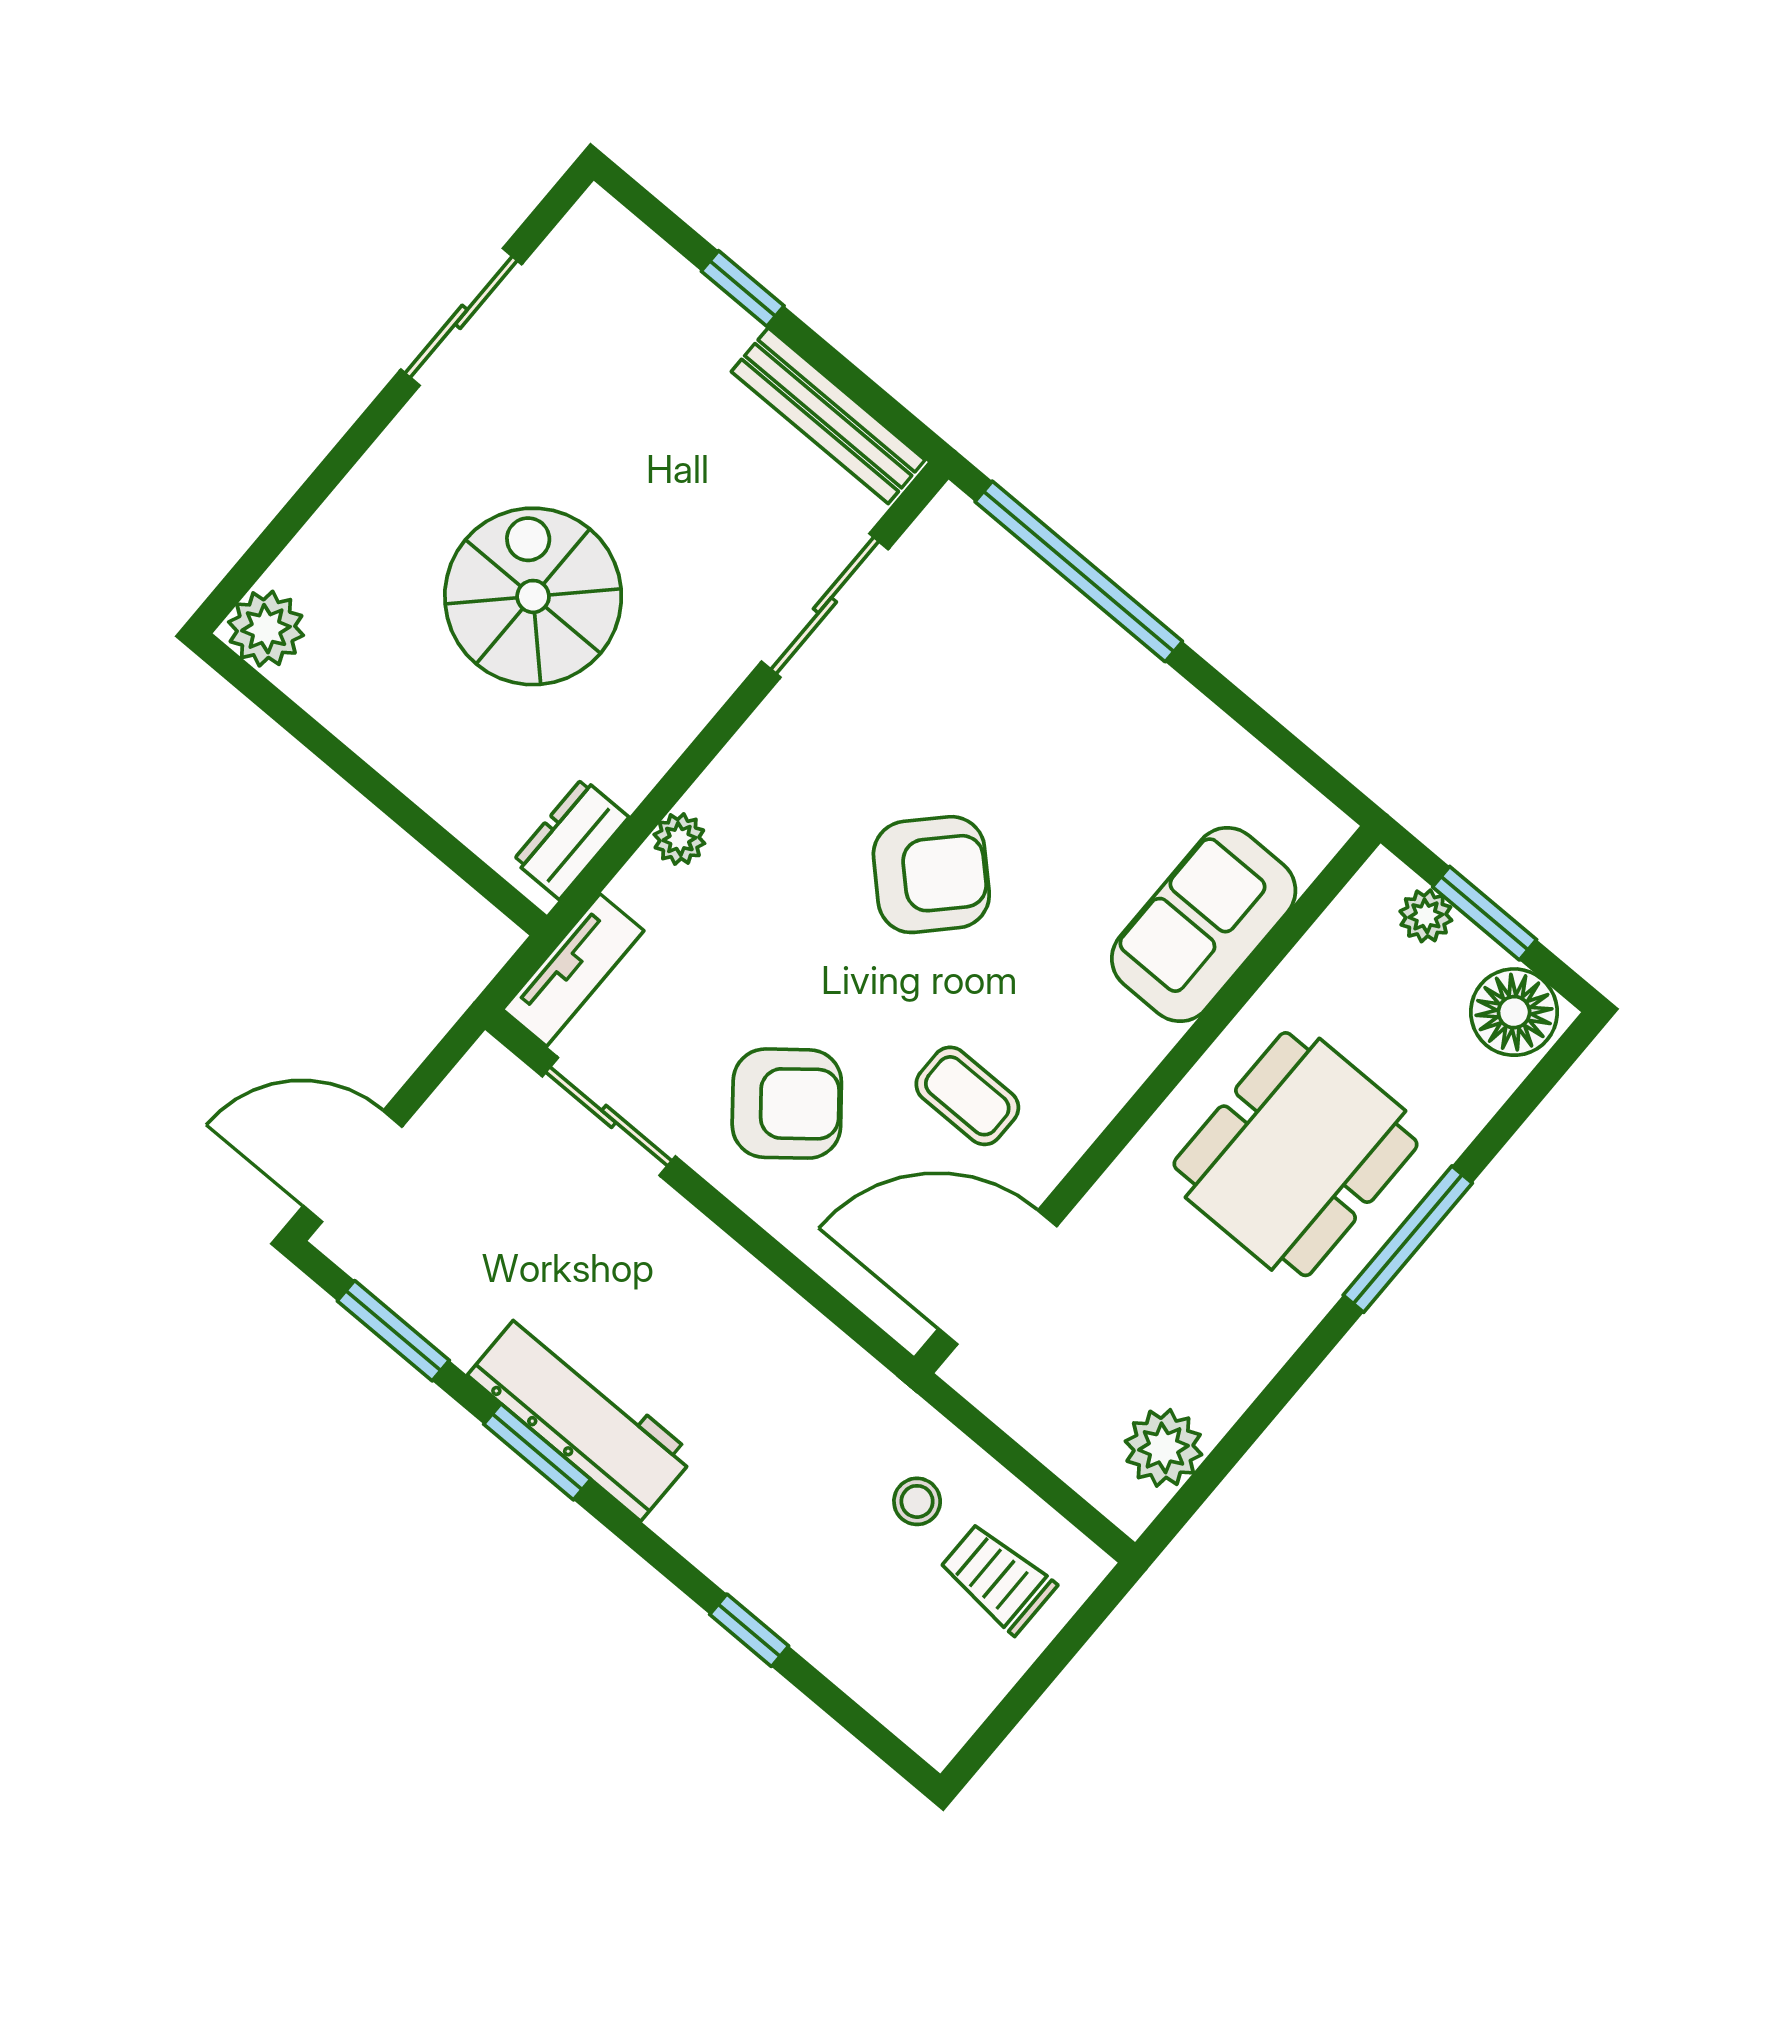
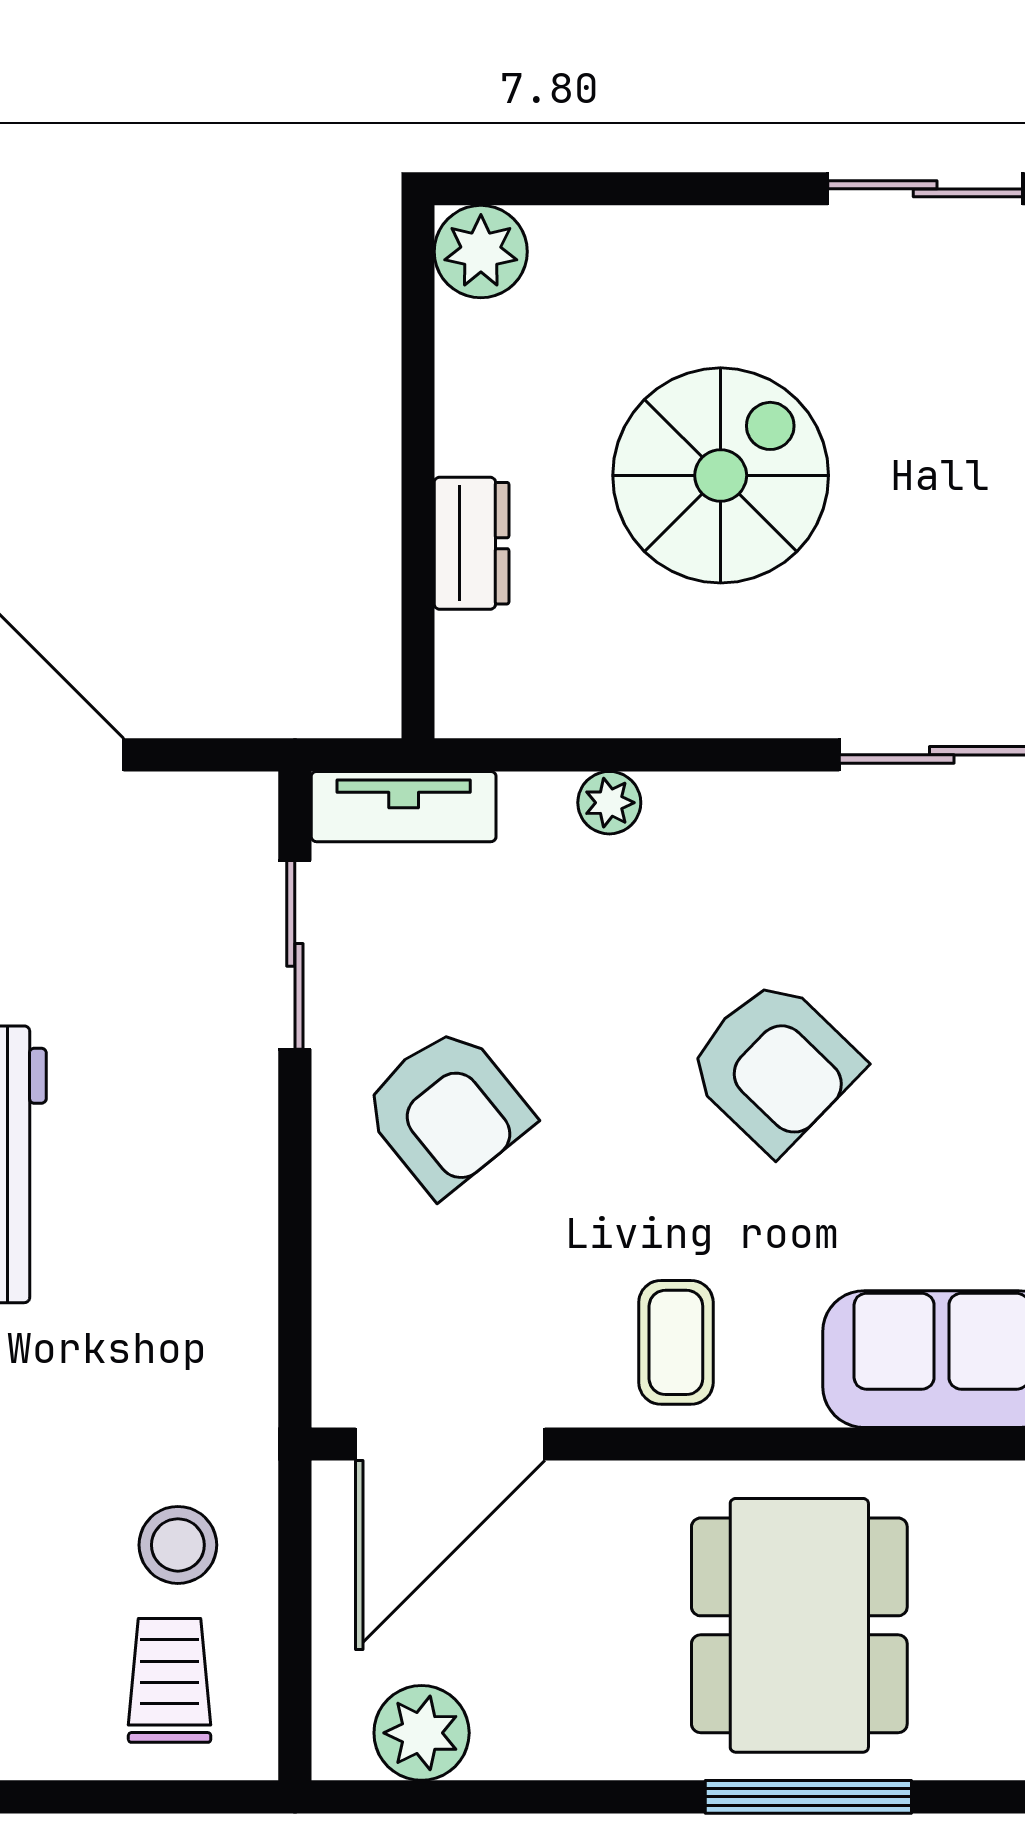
dresser: (571, 839) -> (472, 543), moved, turned 90
coffee table: (967, 1096) -> (676, 1342), moved
dining table: (1295, 1154) -> (799, 1625), turned 90
door: (998, 1277) -> (450, 1444), swing flipped
stool: (917, 1501) -> (178, 1545), width x1.37, depth x1.37

